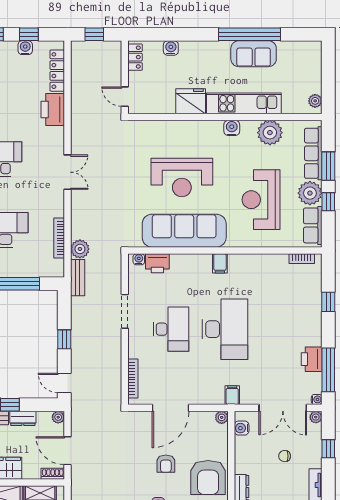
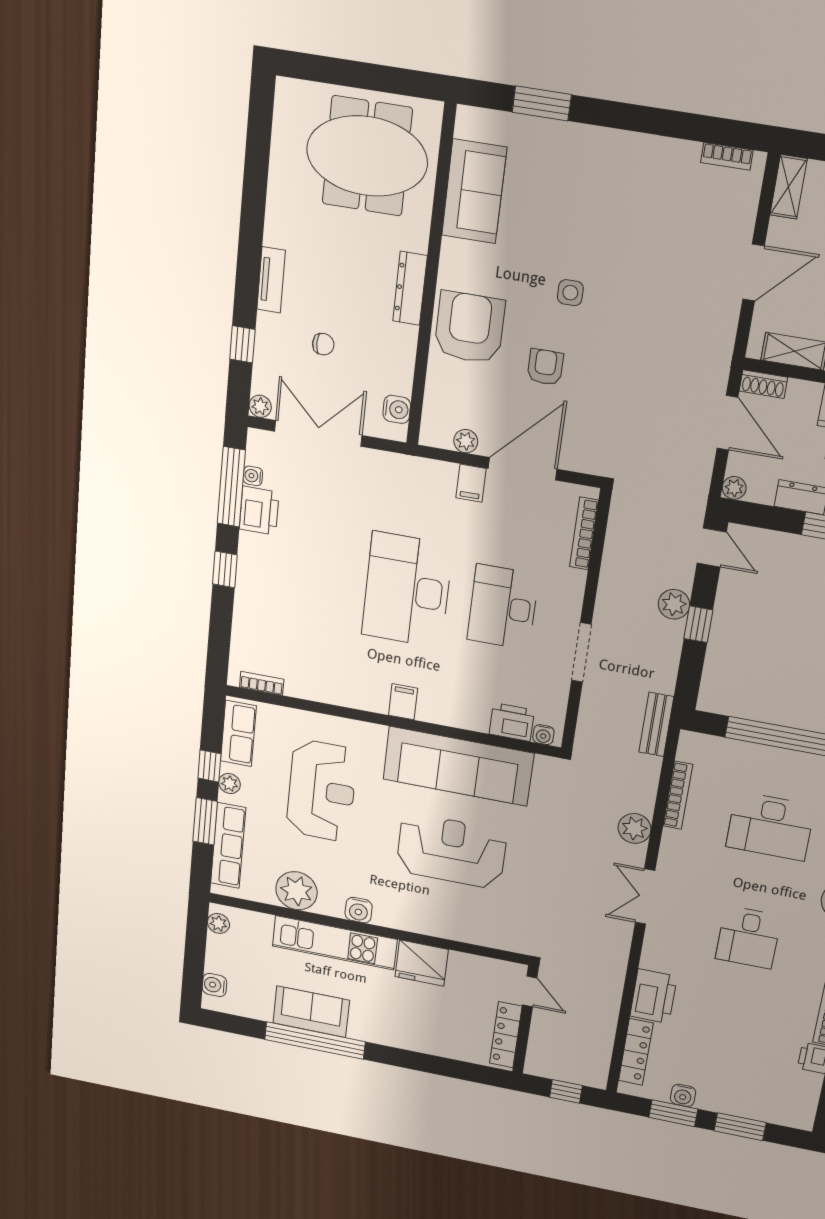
window: (29, 34) -> (673, 1113), width x1.50
water cooler: (171, 48) -> (214, 985), moved, turned 90
locker: (135, 57) -> (506, 1035), width x1.53
plant: (310, 193) -> (230, 784), width x0.53, depth x0.53
plant: (80, 249) -> (634, 828), moved
window: (328, 302) -> (225, 569), moved
plant: (79, 348) -> (674, 604), added
filing cabinet: (232, 395) -> (471, 483), moved
water cooler: (317, 399) -> (253, 476), moved
plant: (222, 417) -> (466, 441), moved

